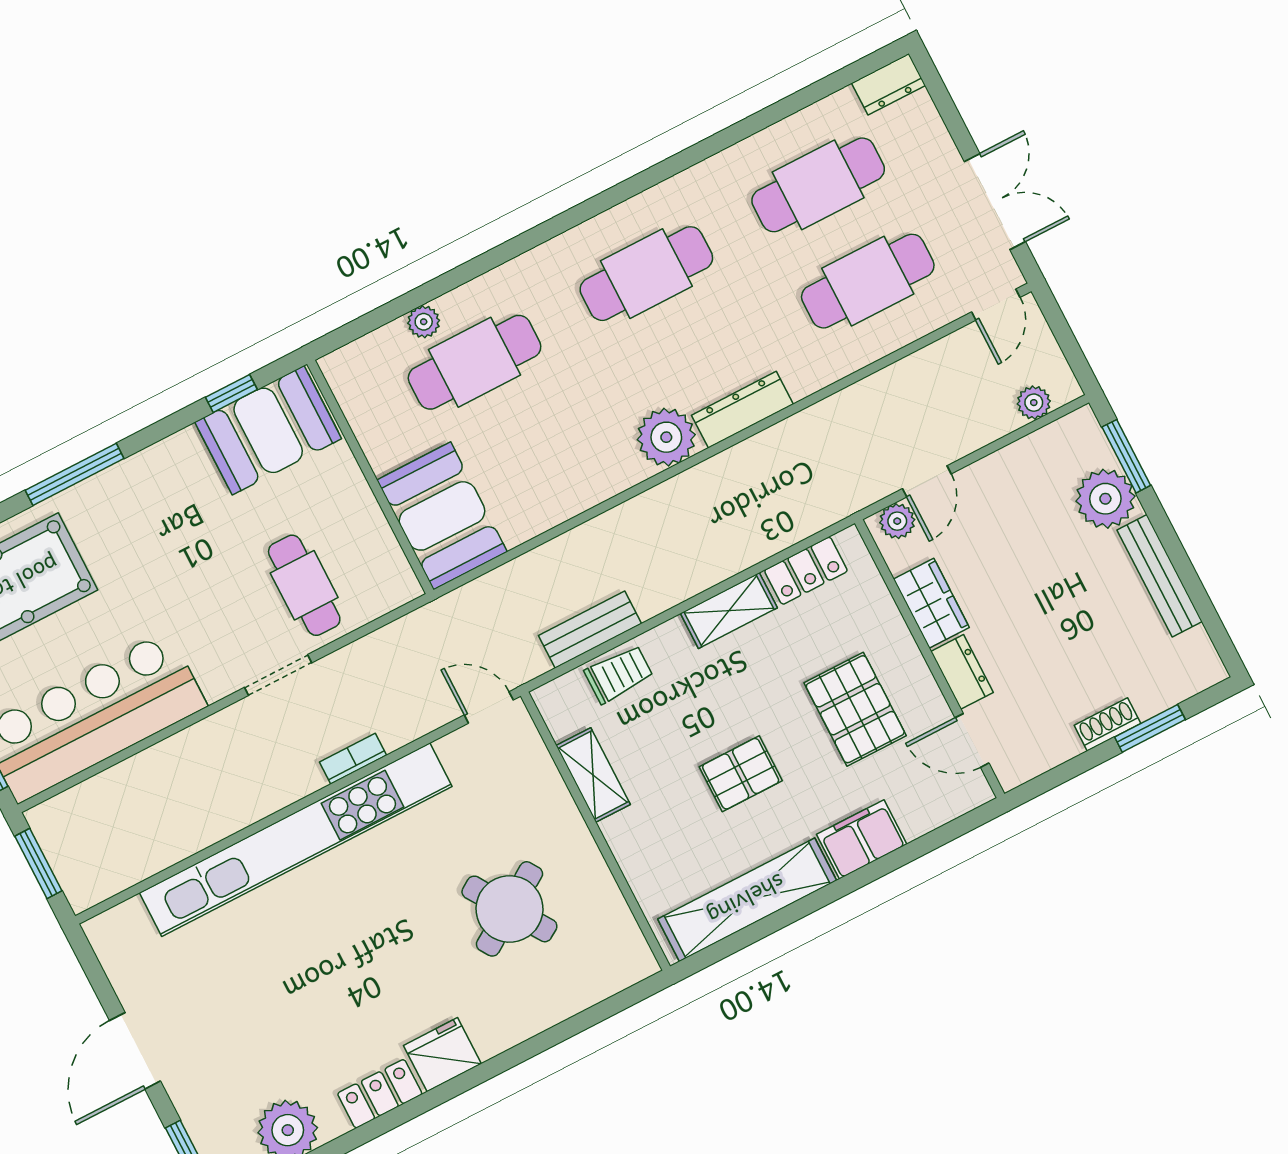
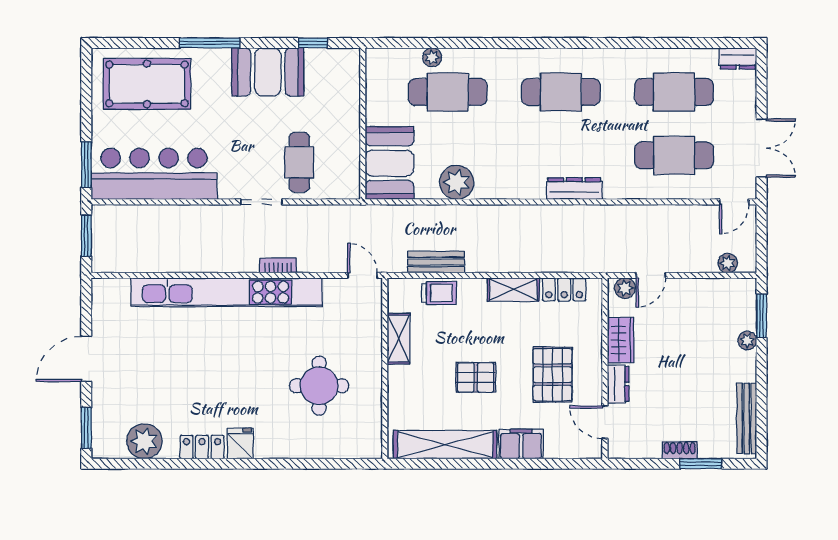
booth: (268, 430) -> (268, 72), moved
plant: (666, 437) -> (457, 182), moved
plant: (1105, 499) -> (747, 340), width x0.53, depth x0.53
bench: (1160, 576) -> (747, 418), moved
round table: (509, 909) -> (319, 386), turned 33
fridge: (442, 1055) -> (240, 443), width x0.72

